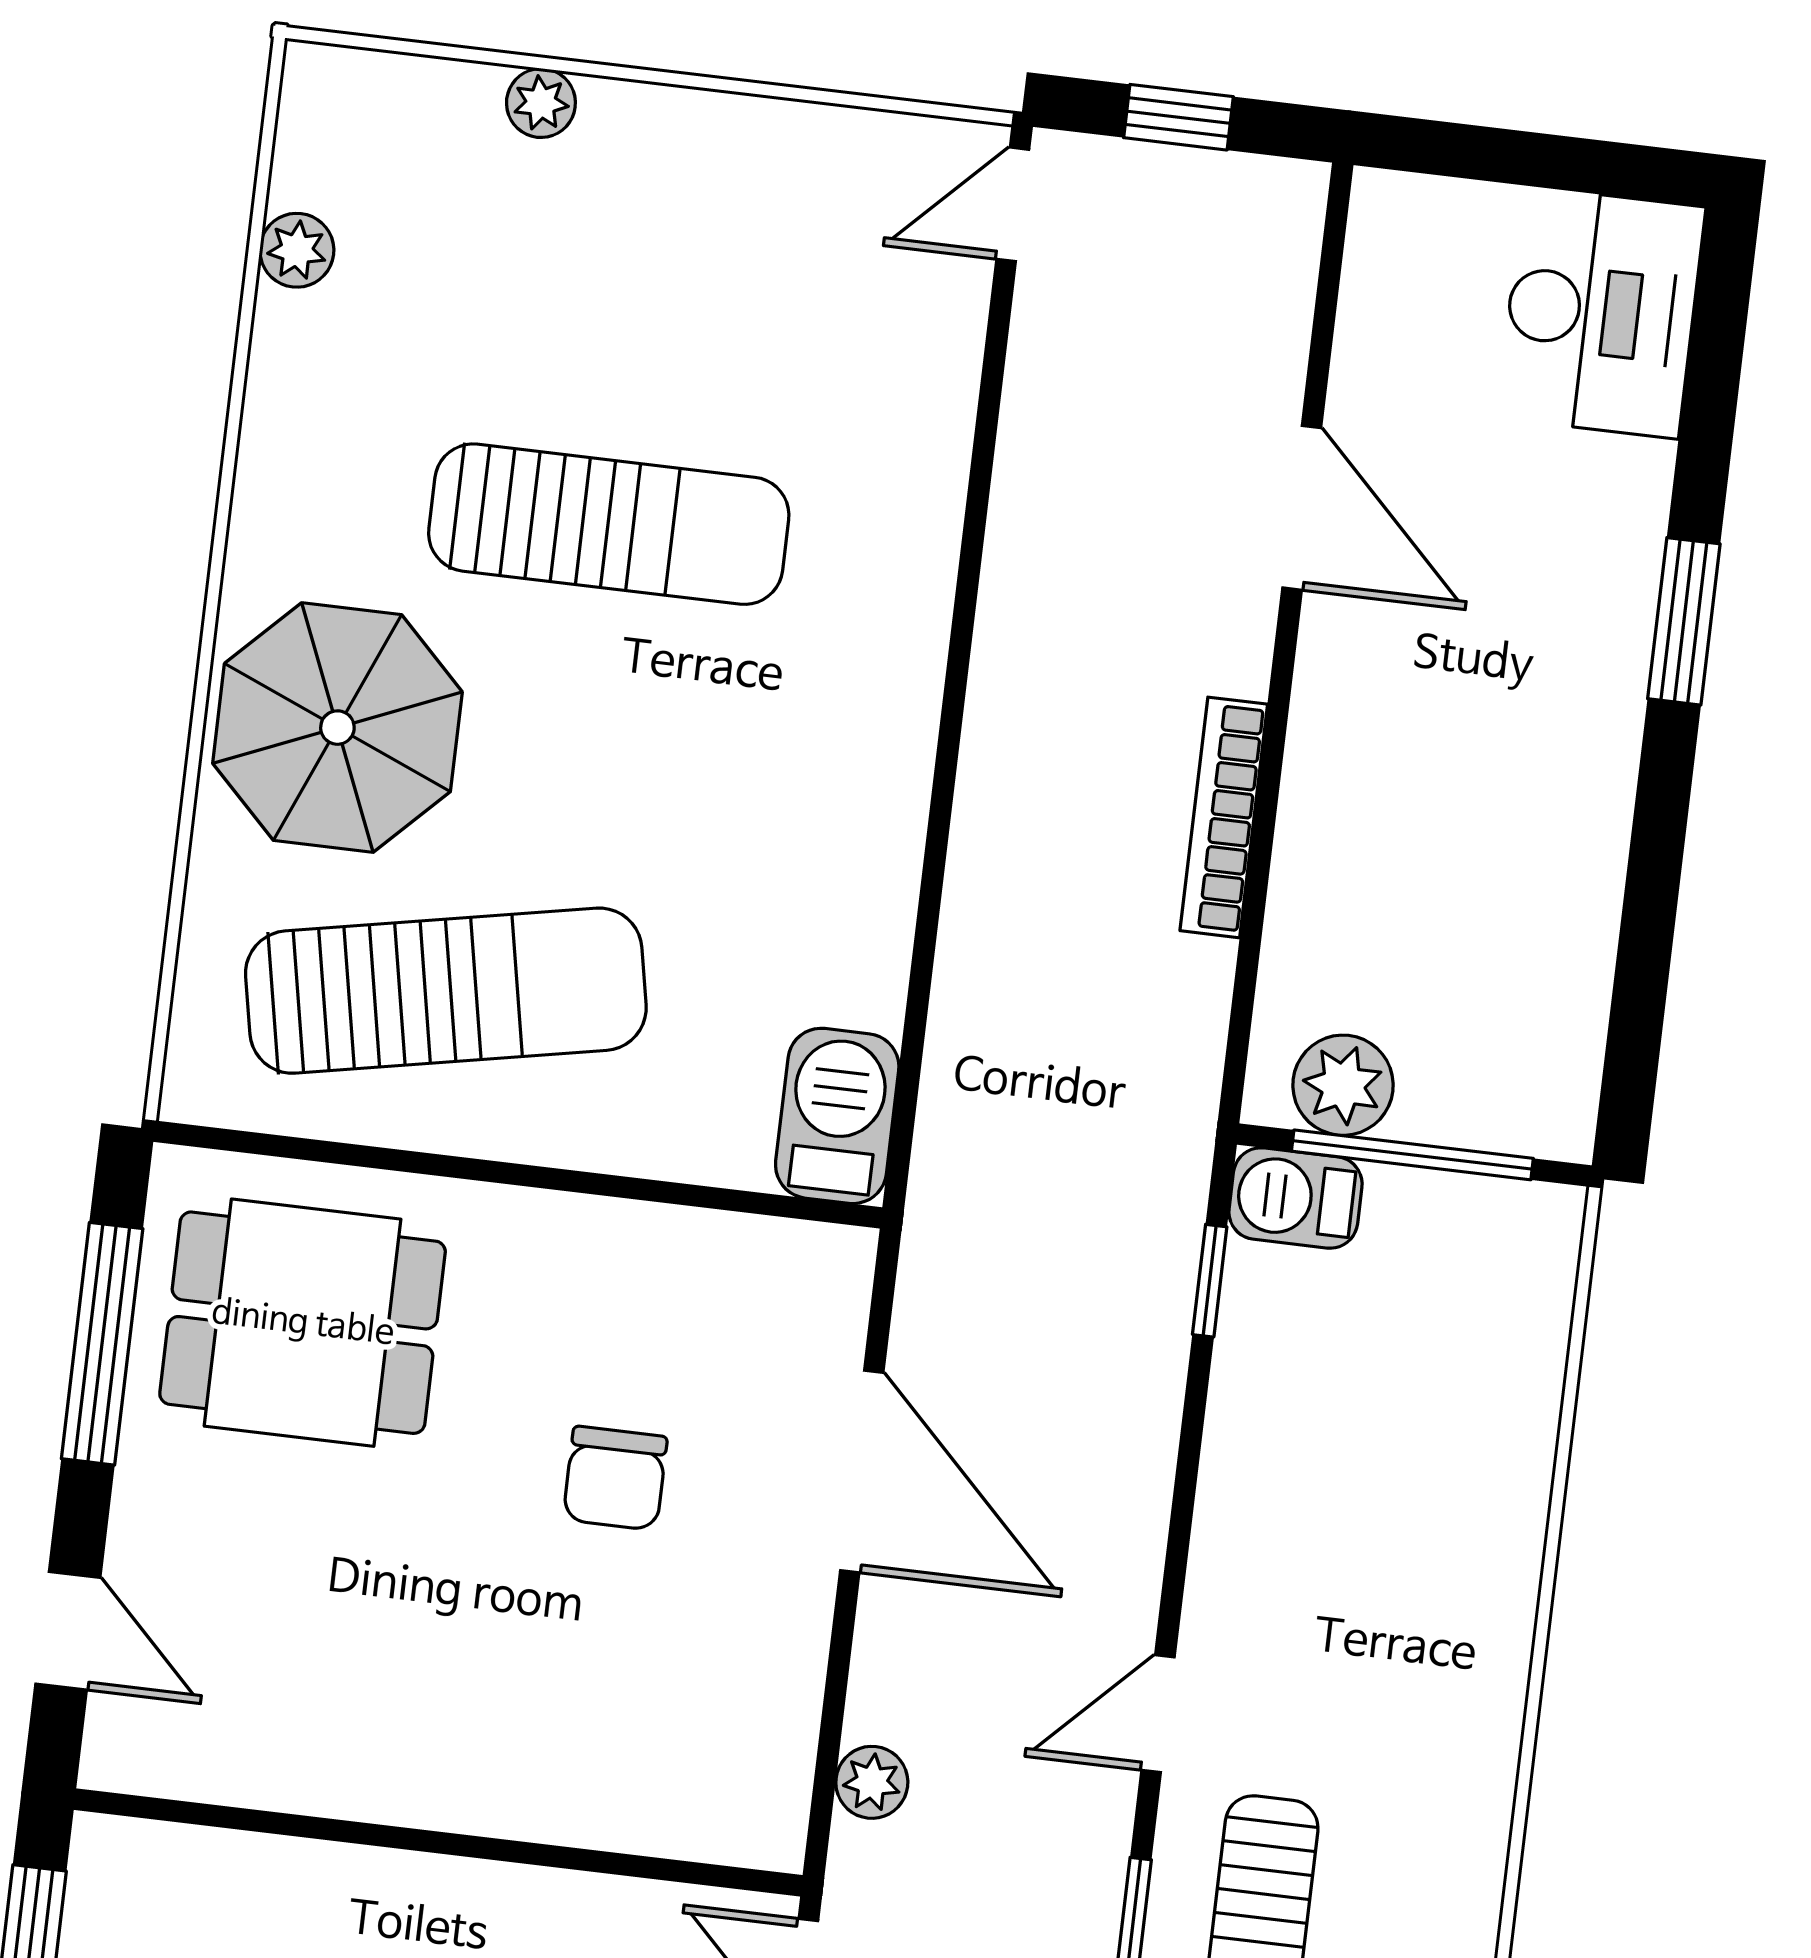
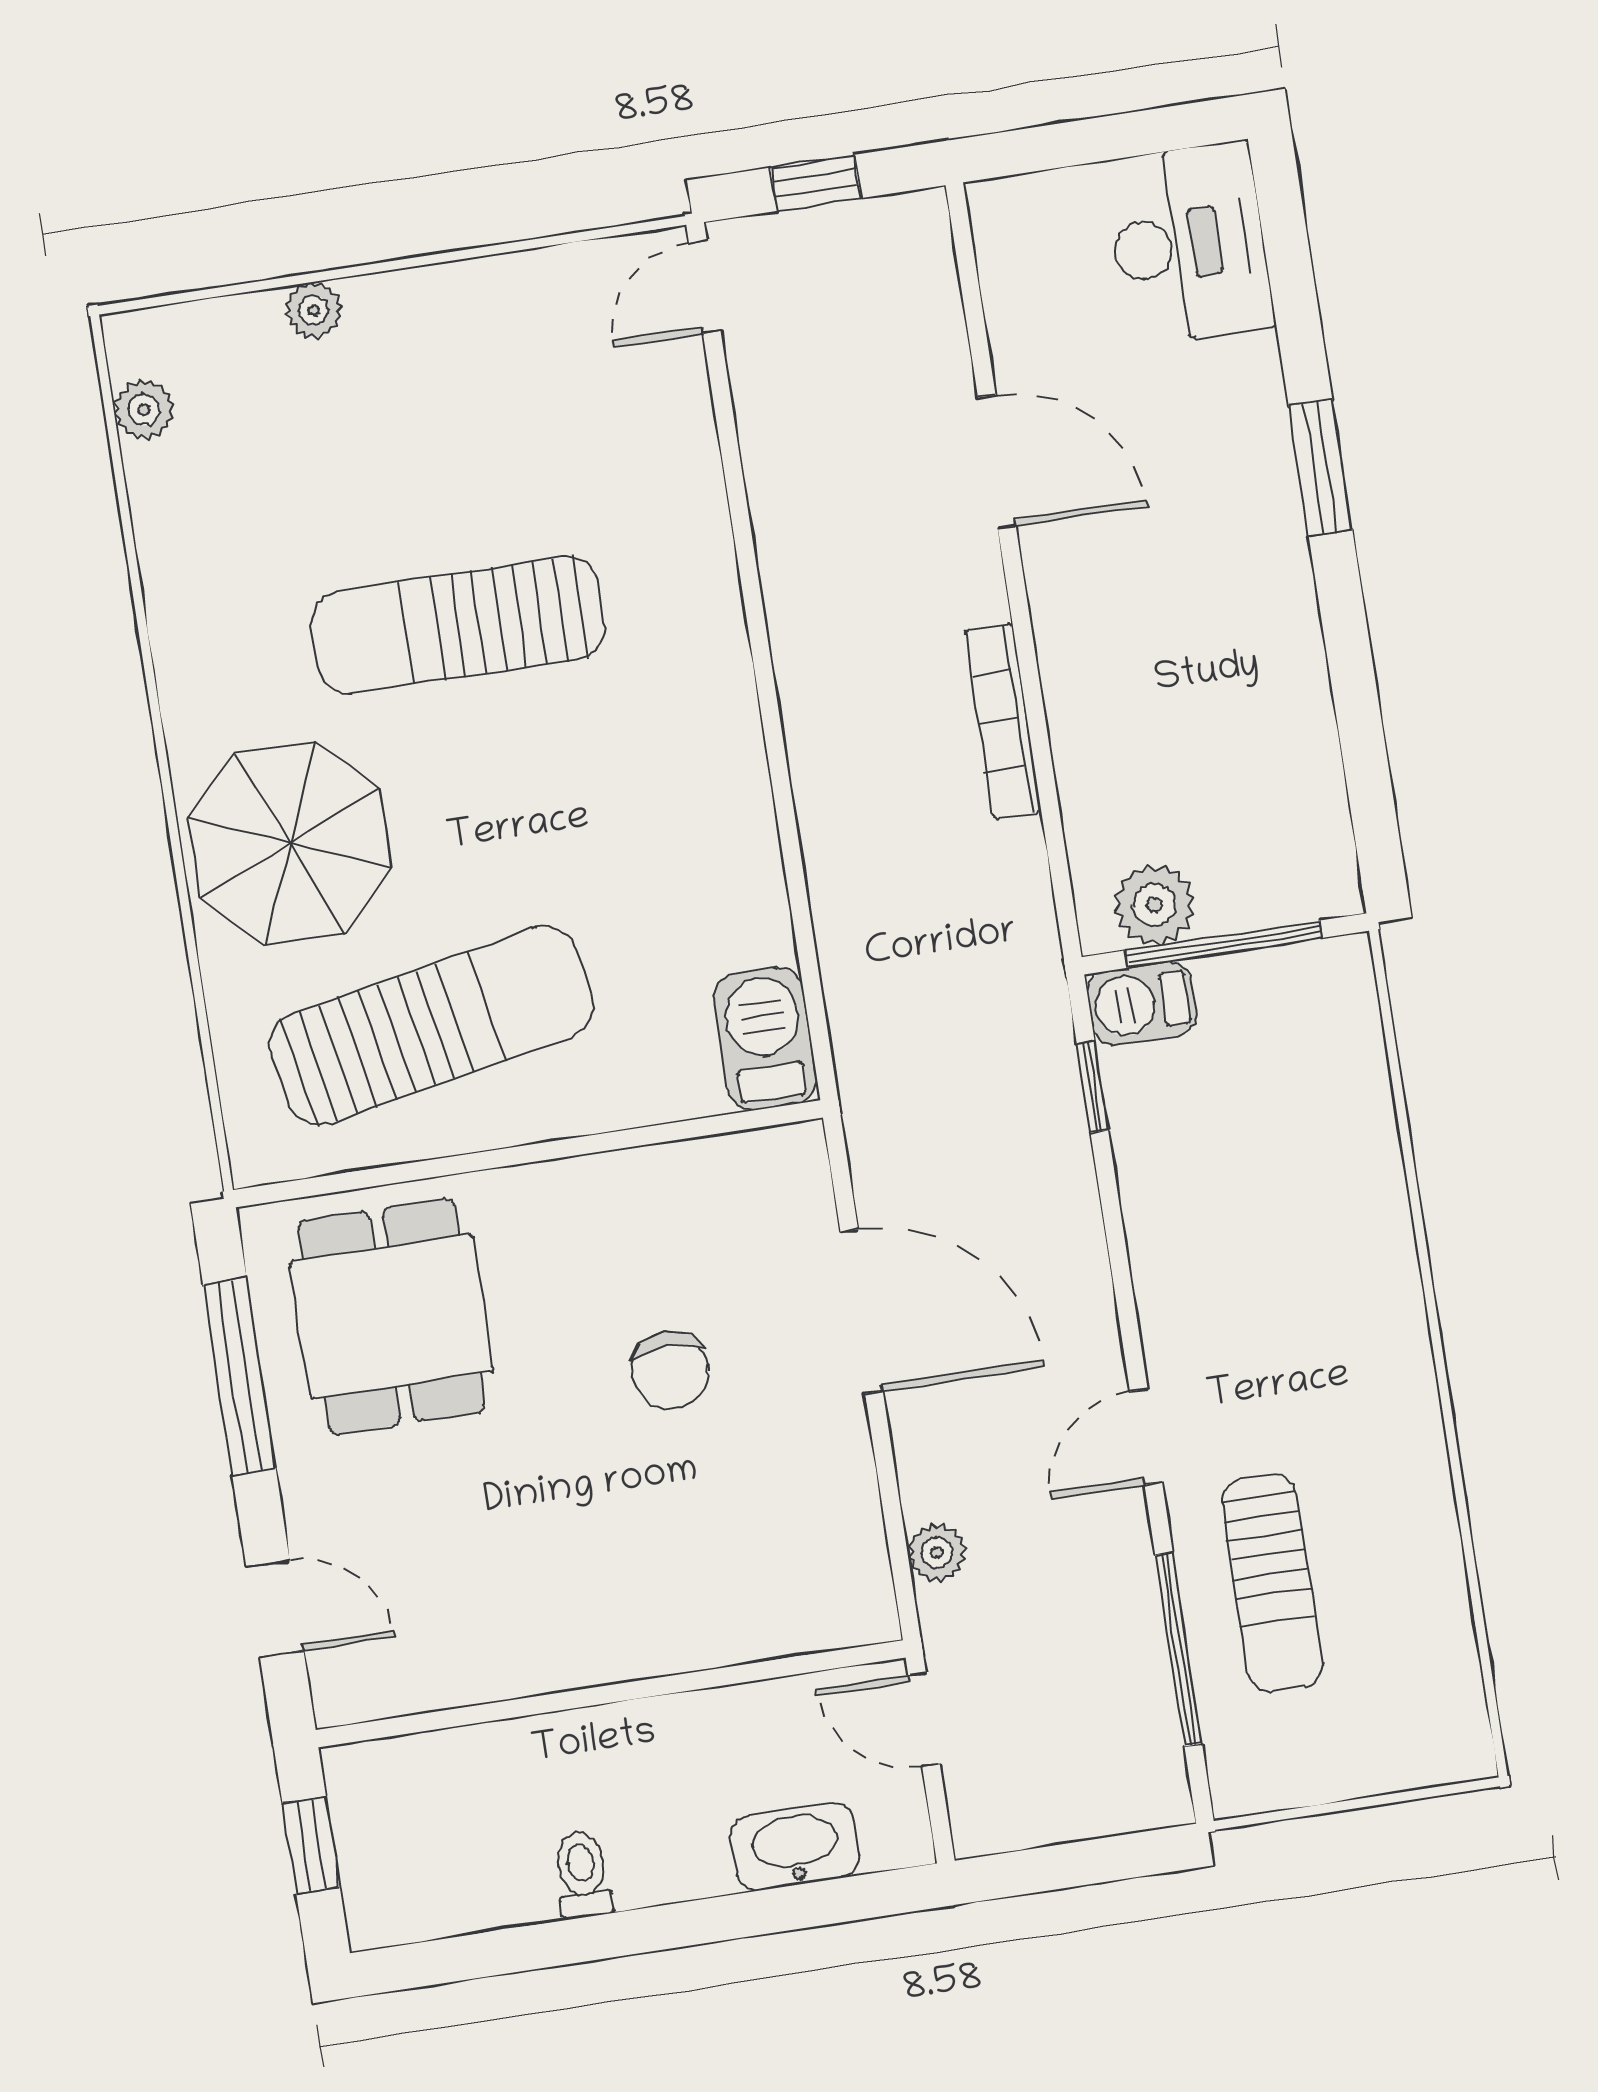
plant: (297, 250) -> (144, 410), moved
sun lounger: (609, 524) -> (458, 625), turned 180
dining table: (303, 1323) -> (392, 1316), turned 90

